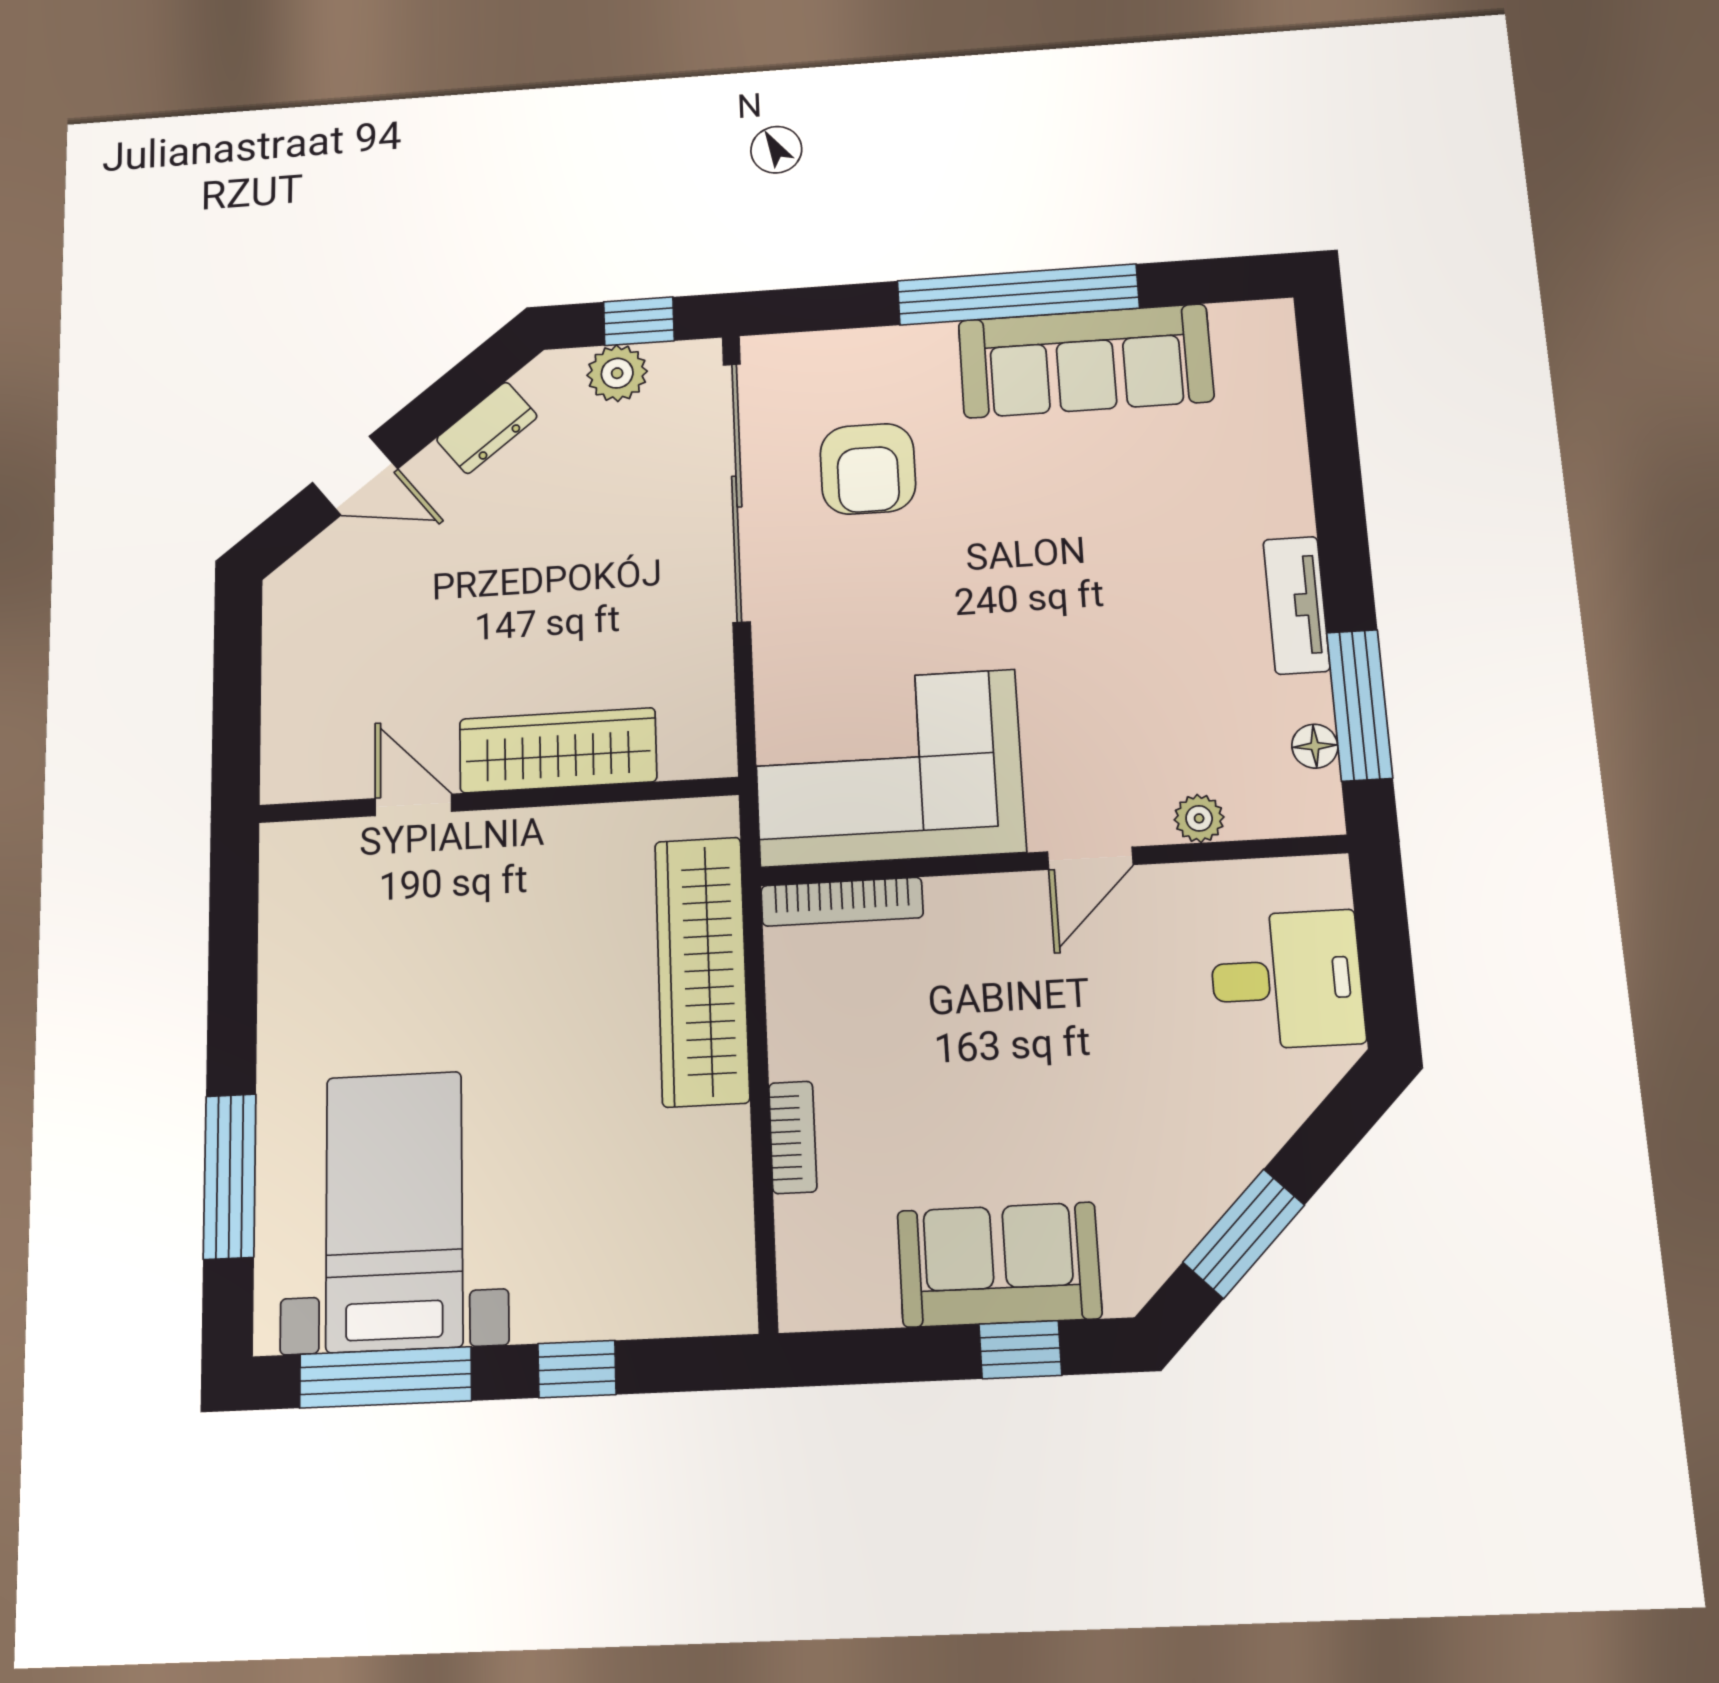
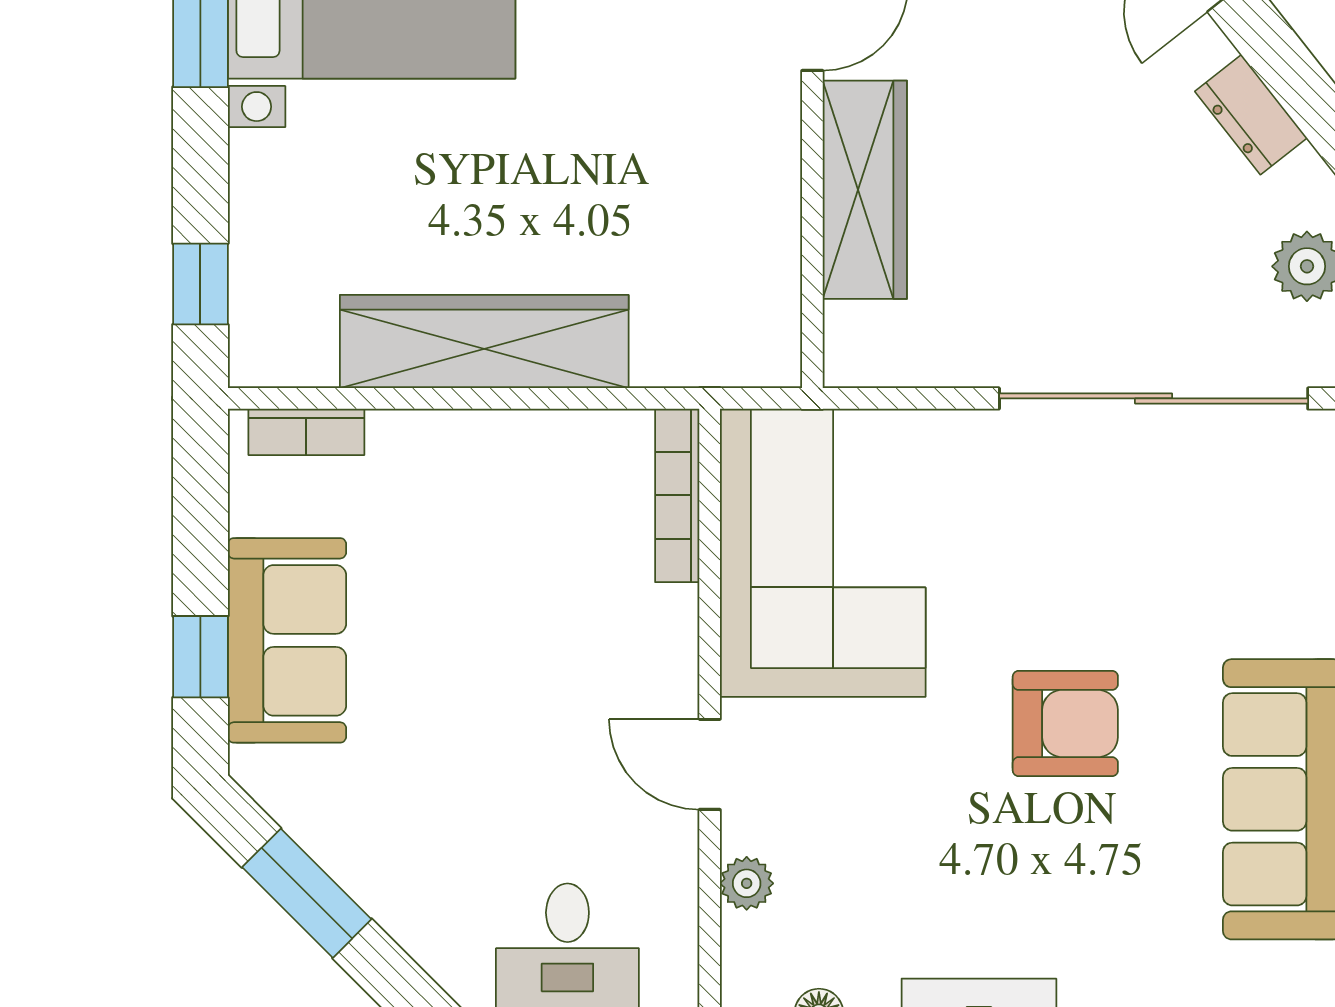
armchair: (868, 469) -> (1065, 724), moved, turned 180
wardrobe: (702, 971) -> (484, 341), moved
bookcase: (793, 1137) -> (306, 432), moved
window: (577, 1369) -> (200, 284), moved

